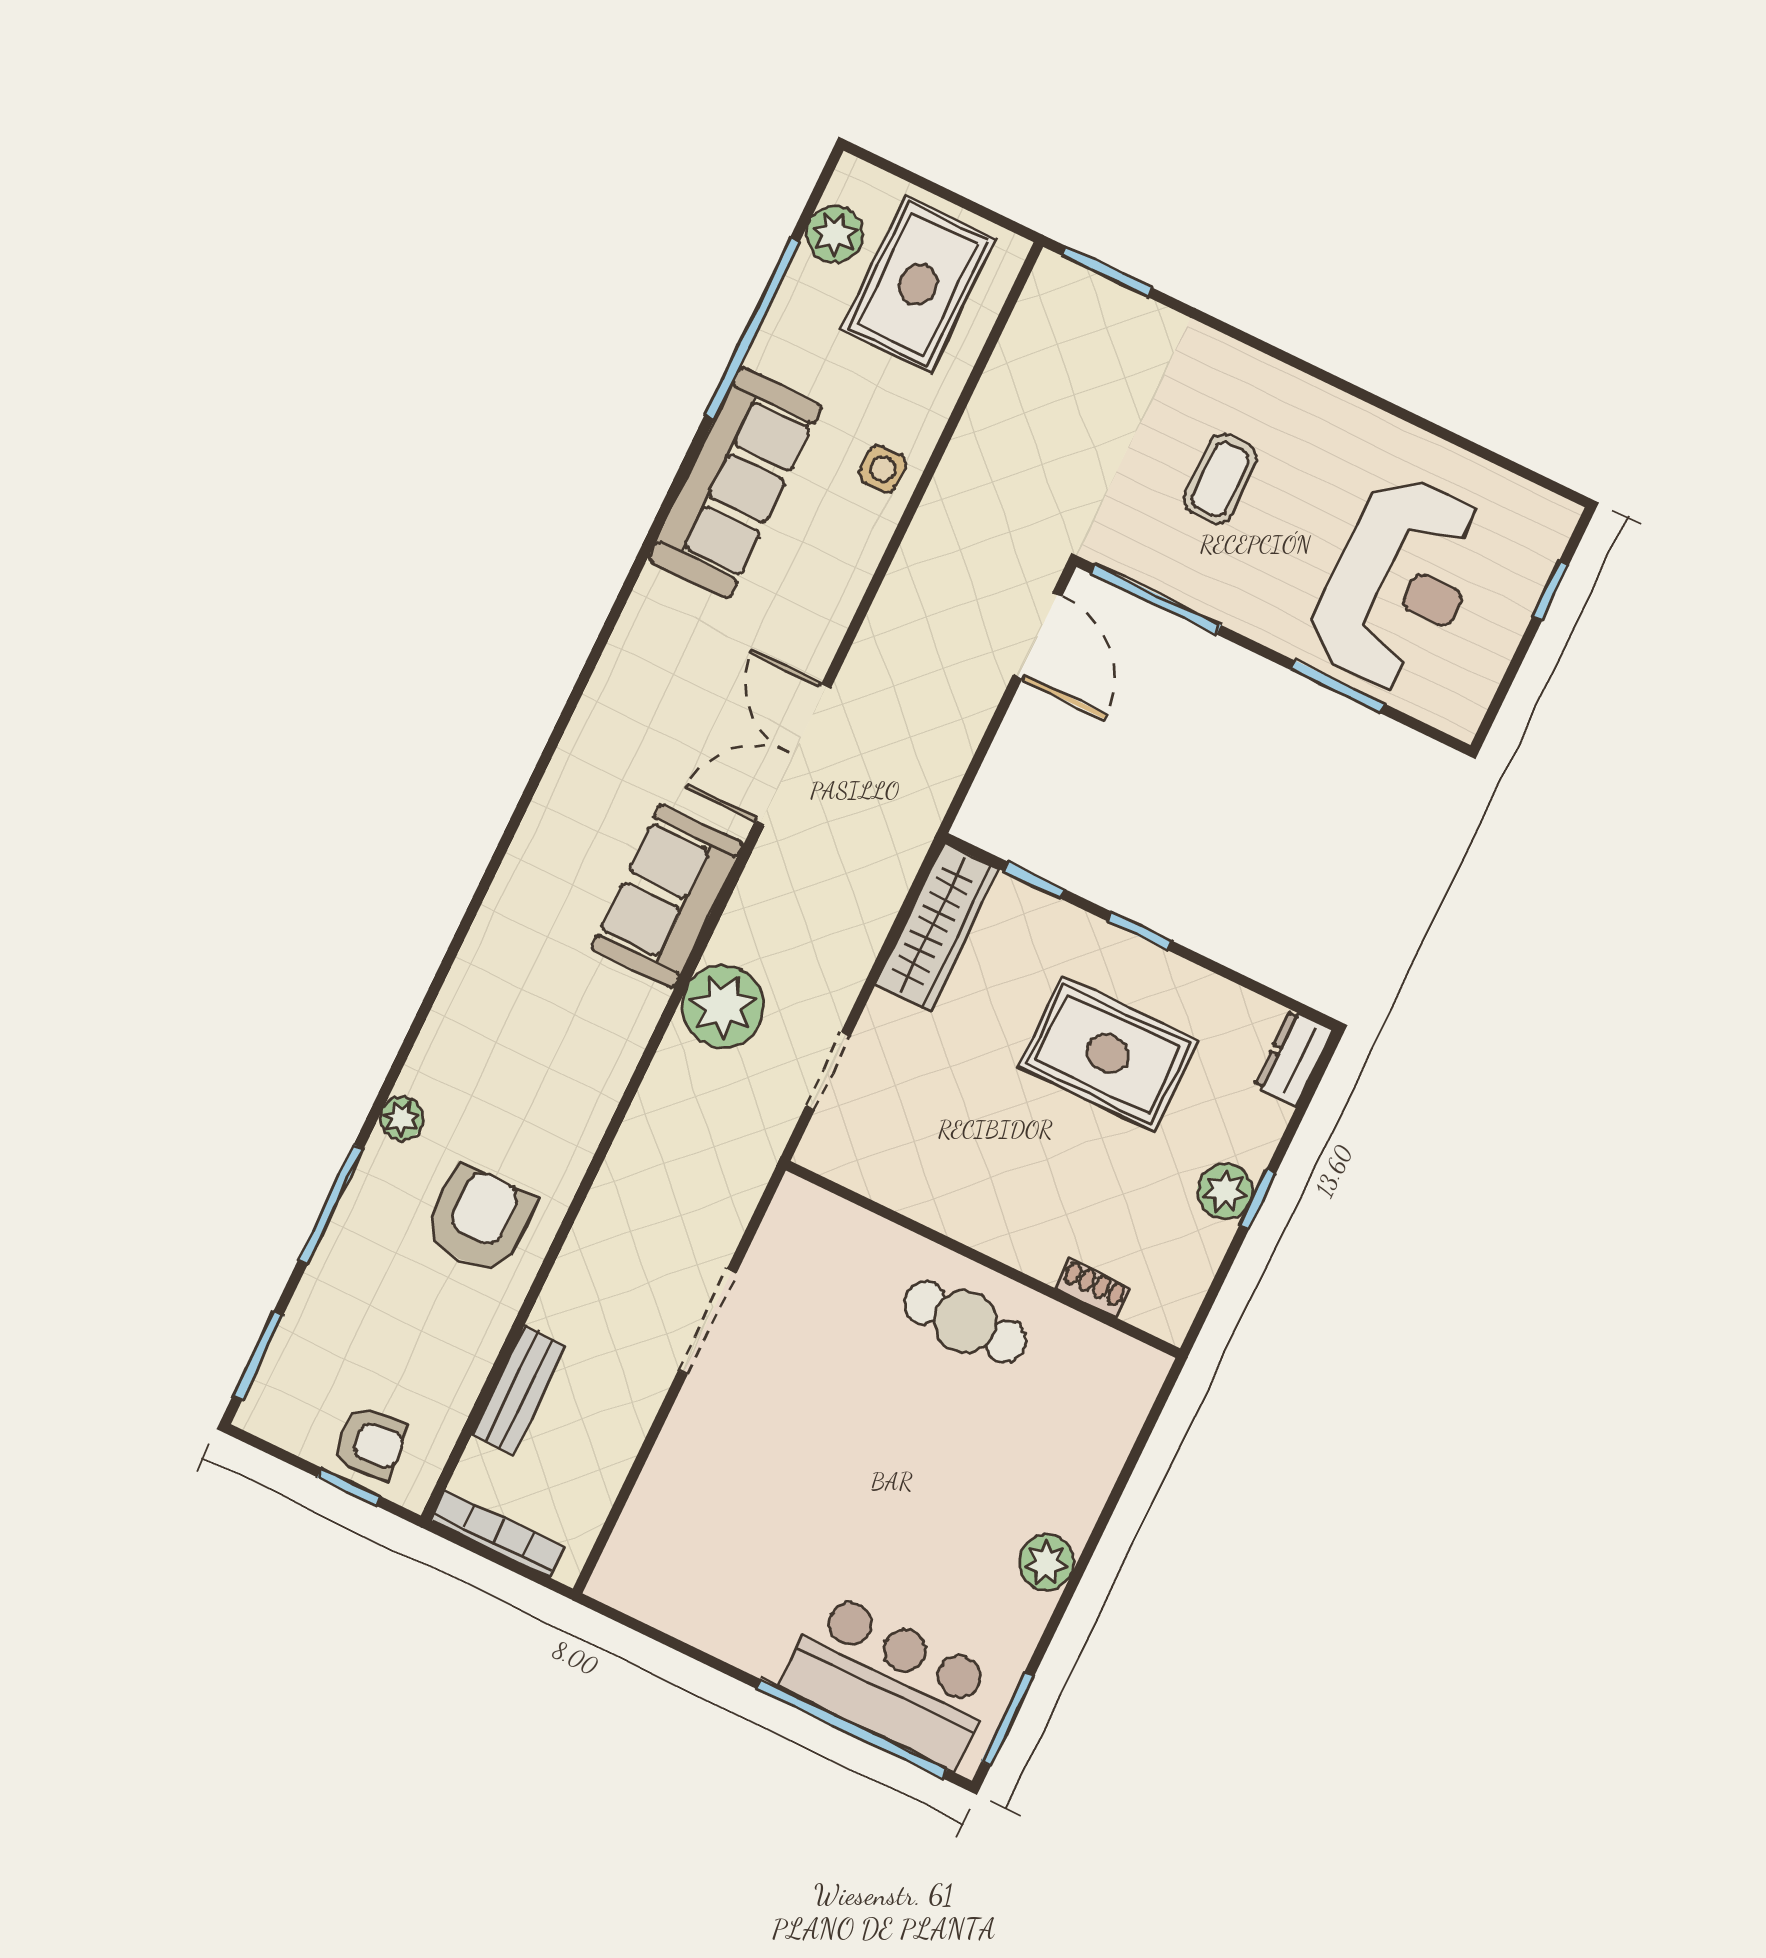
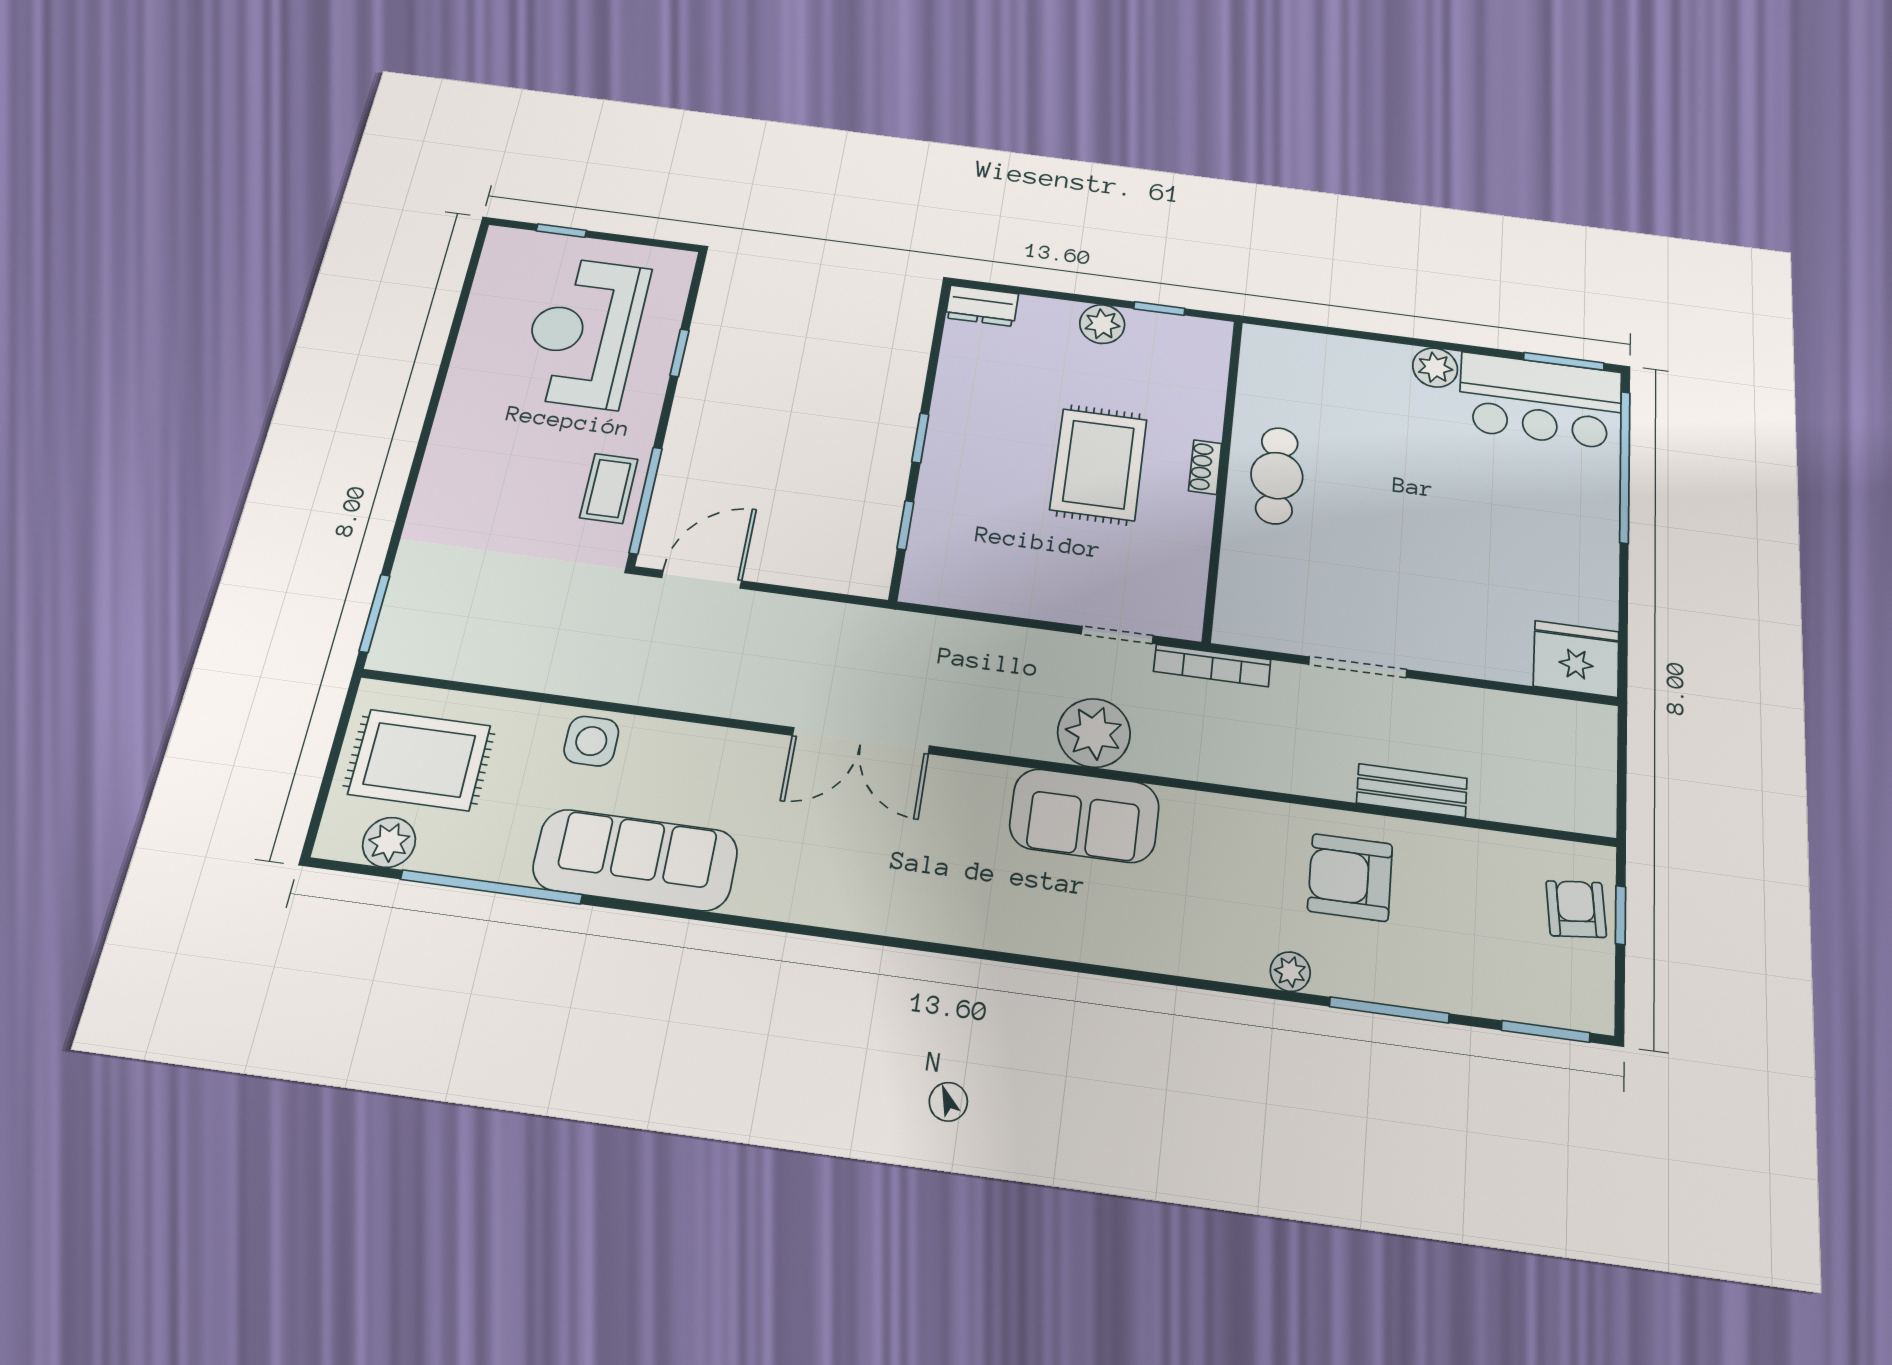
side table: (883, 469) -> (591, 741), width x1.37, depth x1.37
coffee table: (1220, 479) -> (609, 488), moved, turned 90
reception desk: (1399, 584) -> (584, 332), turned -90
window: (1337, 687) -> (679, 353), width x0.67
sofa: (667, 896) -> (1084, 816), moved
wardrobe: (937, 927) -> (969, 586), removed
rug: (1108, 1054) -> (1099, 464), moved
window: (1258, 1199) -> (1159, 309), moved
shoe rack: (1093, 1288) -> (1205, 467), moved
bench: (519, 1390) -> (1412, 791), moved
bookcase: (497, 1534) -> (1212, 666), moved, turned -90
fridge: (641, 1567) -> (1576, 659), added
bar counter: (890, 1680) -> (1540, 401), moved, turned -90

